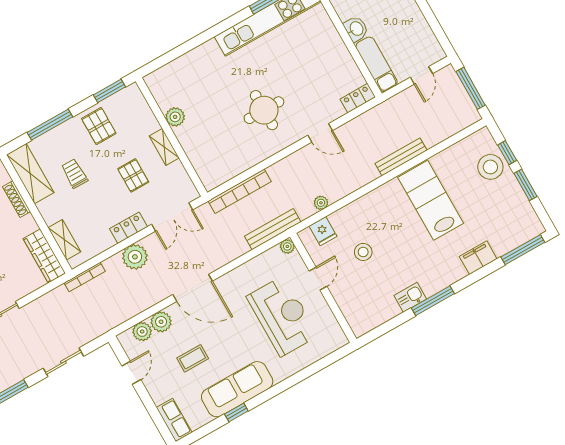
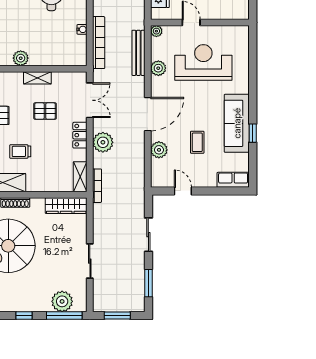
water cooler: (244, 165) -> (82, 29), added
bench: (273, 229) -> (138, 53), moved
shelving: (64, 240) -> (80, 177), moved, turned 90
plant: (142, 332) -> (158, 68), moved

